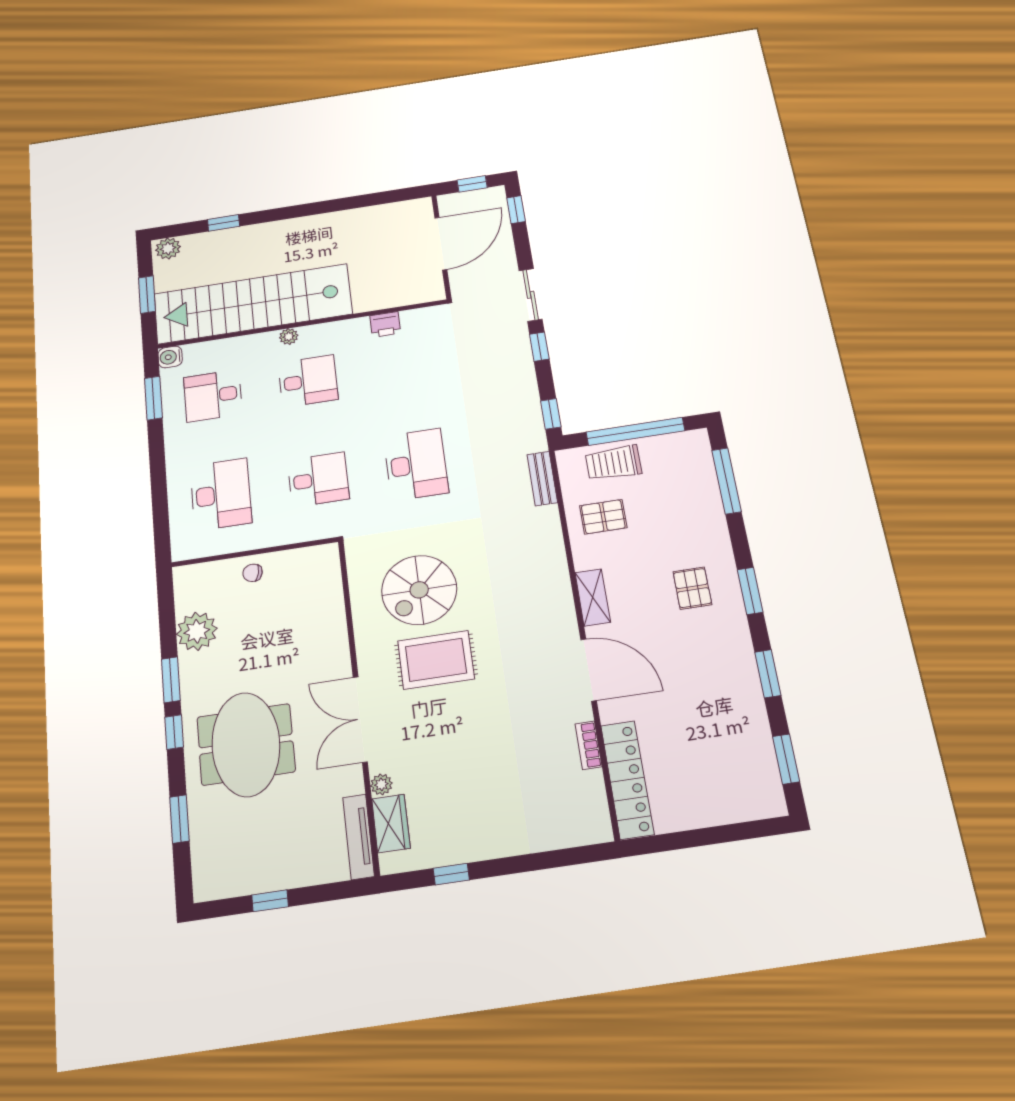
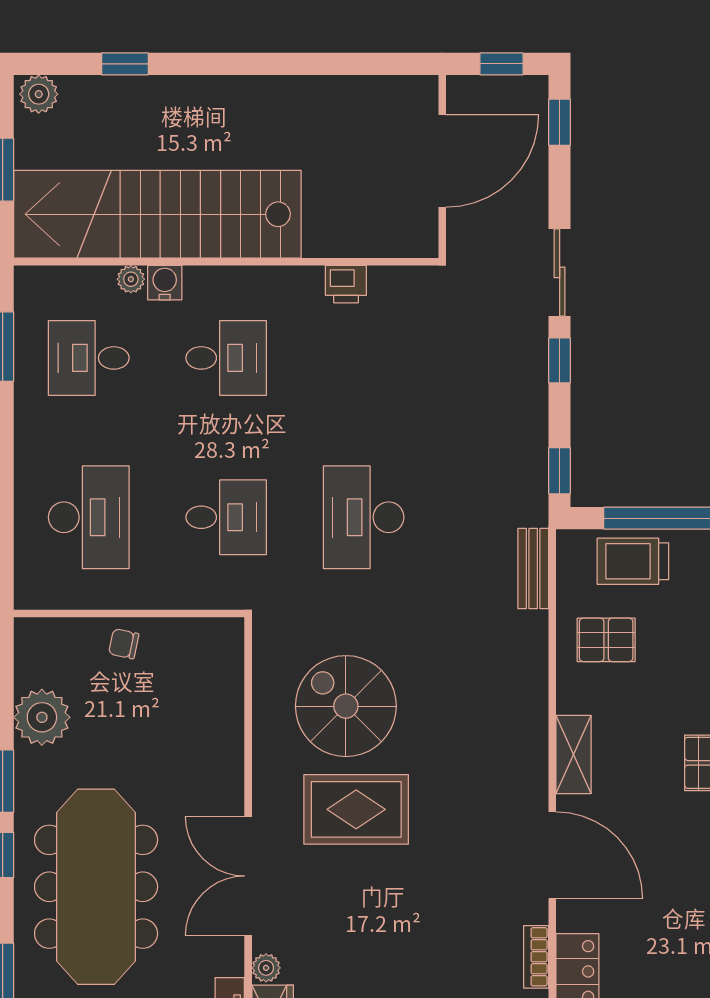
plant: (289, 336) -> (131, 279), moved
water cooler: (170, 357) -> (165, 283), moved, turned 90
desk: (416, 464) -> (364, 517), turned 180
spiral stairs: (419, 590) -> (346, 706), turned 90
meeting table: (246, 744) -> (96, 887), width x1.36

